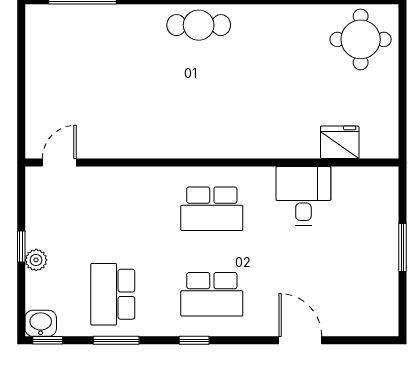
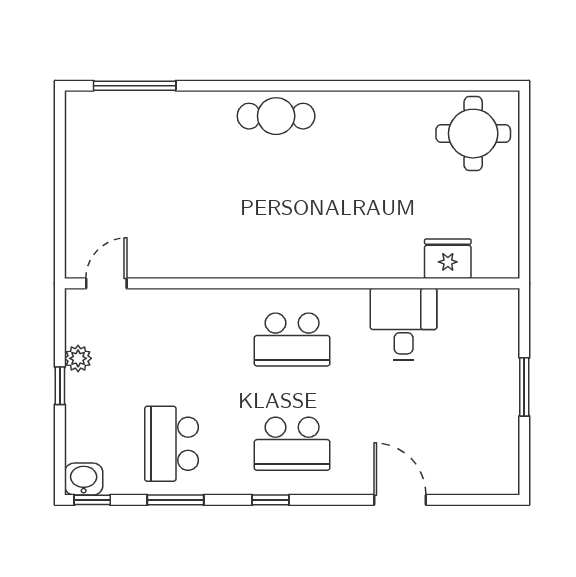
plant: (36, 260) -> (78, 358), moved

